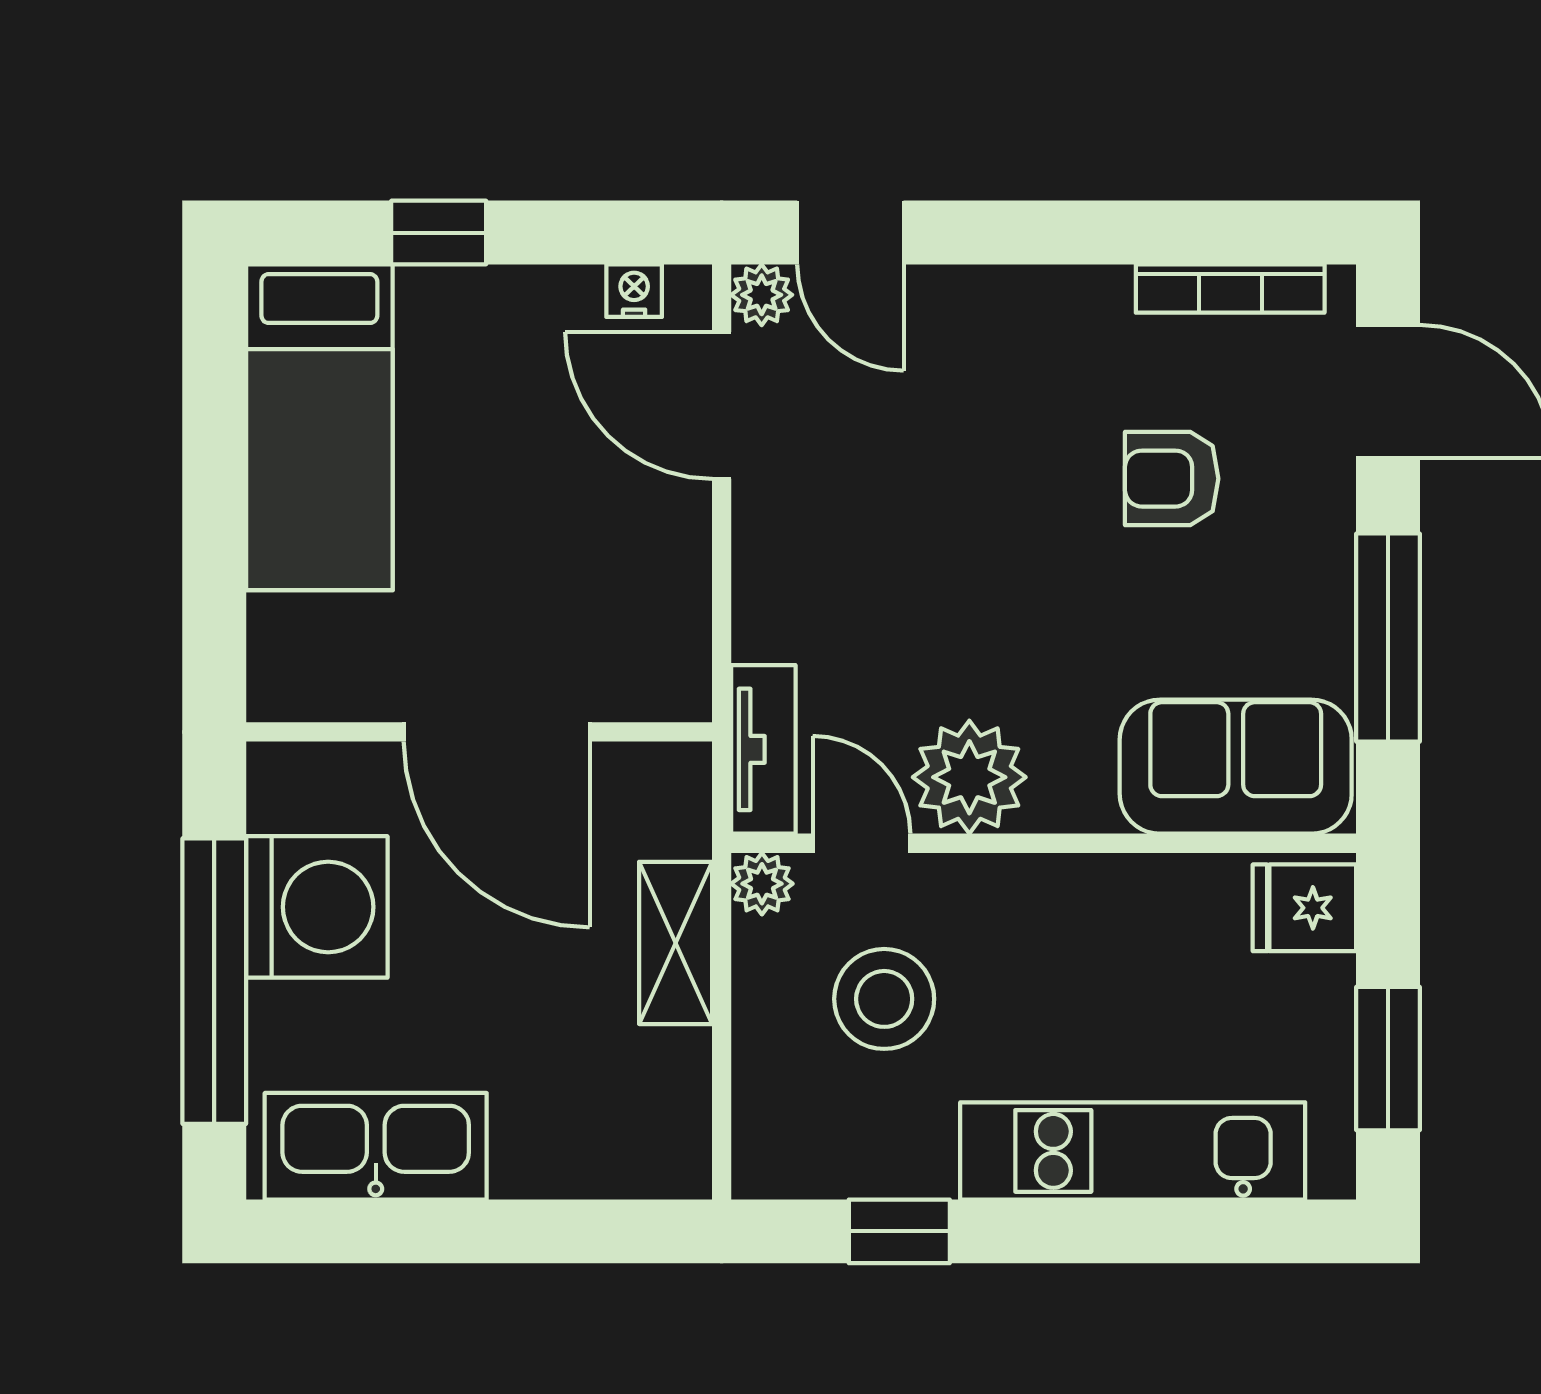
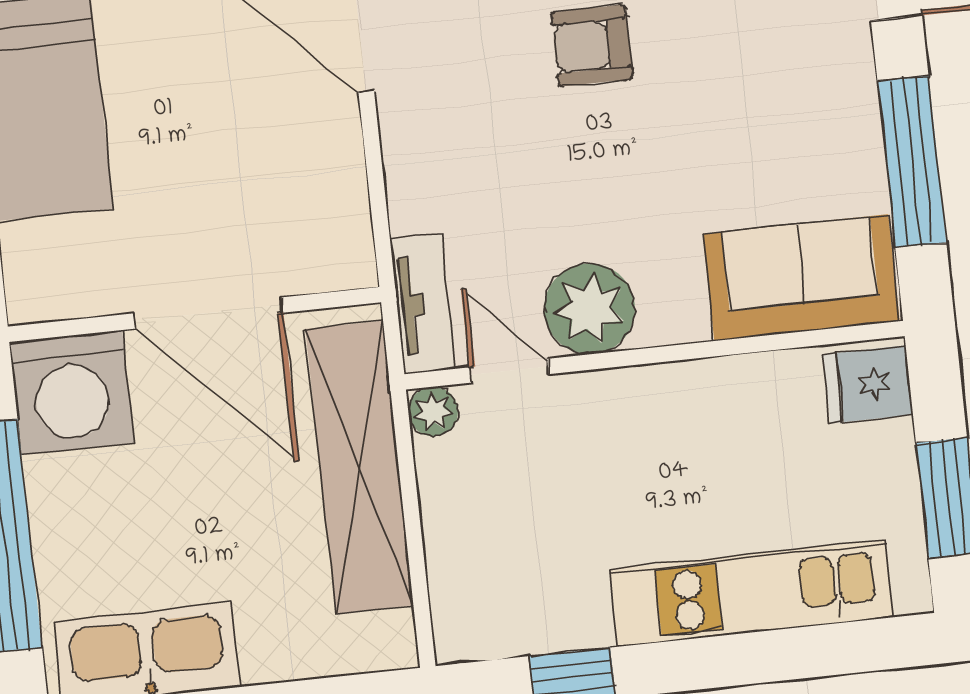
armchair: (1172, 479) -> (592, 46), moved
washing machine: (317, 907) -> (72, 392), moved, turned 90
shelving: (676, 943) -> (359, 467), width x2.20, depth x1.33
stool: (884, 999) -> (540, 493), removed

